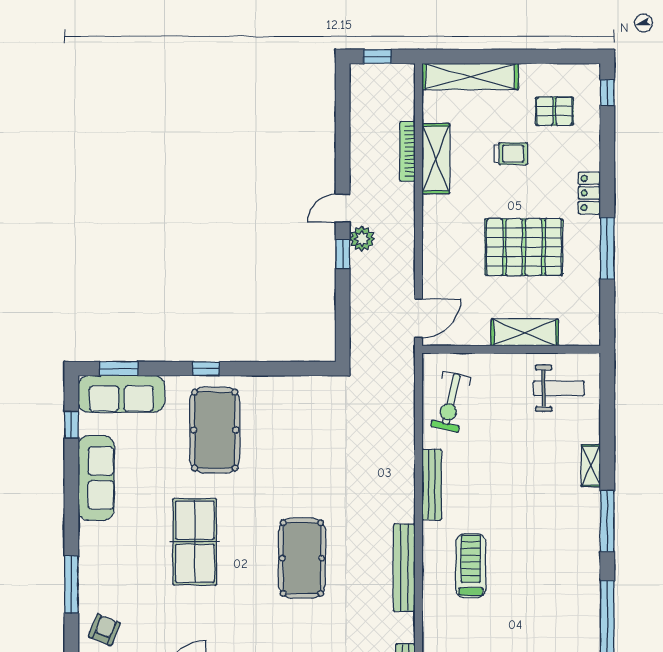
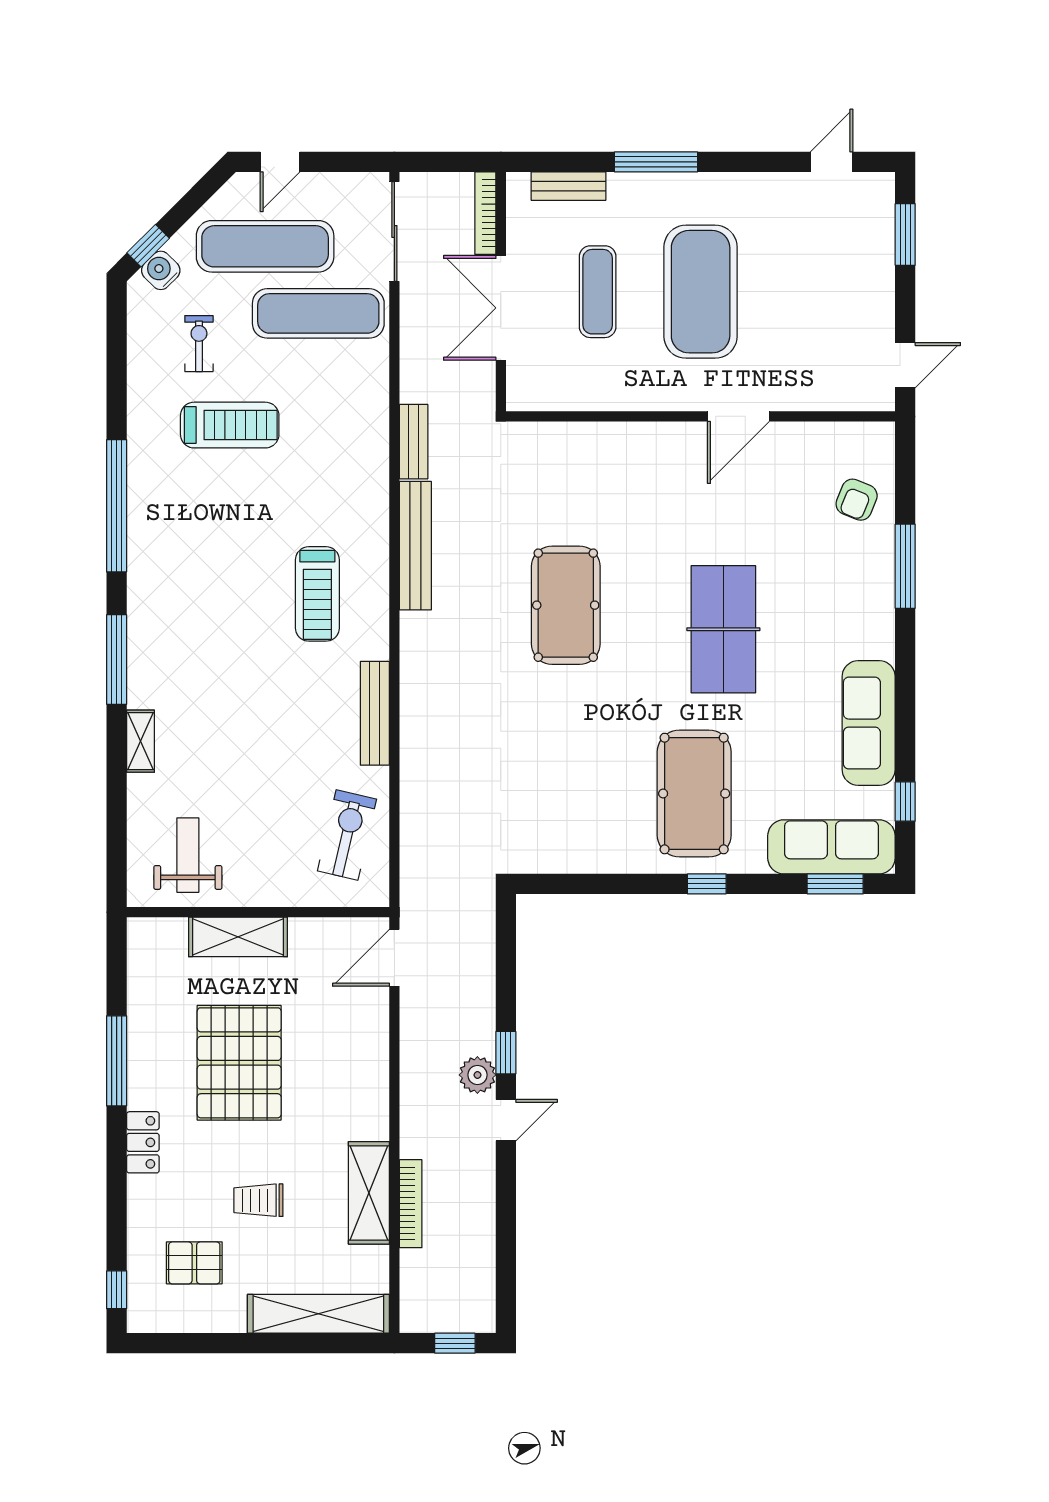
pallet: (524, 247) -> (239, 1063), turned 90
weight bench: (559, 388) -> (188, 855), turned 90
bench: (404, 568) -> (415, 546), moved

